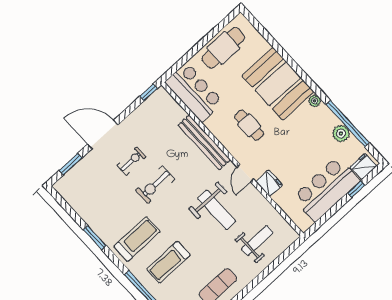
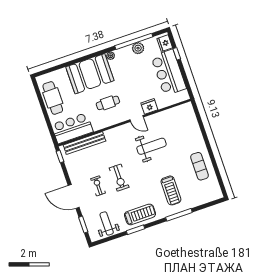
door: (103, 134) -> (74, 196), hinge flipped
bench: (204, 142) -> (84, 143), moved
treadmill: (137, 239) -> (140, 214), moved, turned 90
weight bench: (257, 241) -> (107, 223), moved

